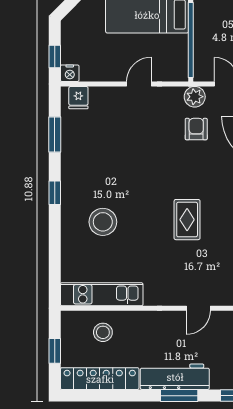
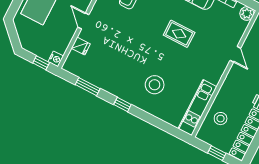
fridge: (78, 98) -> (81, 46), moved

